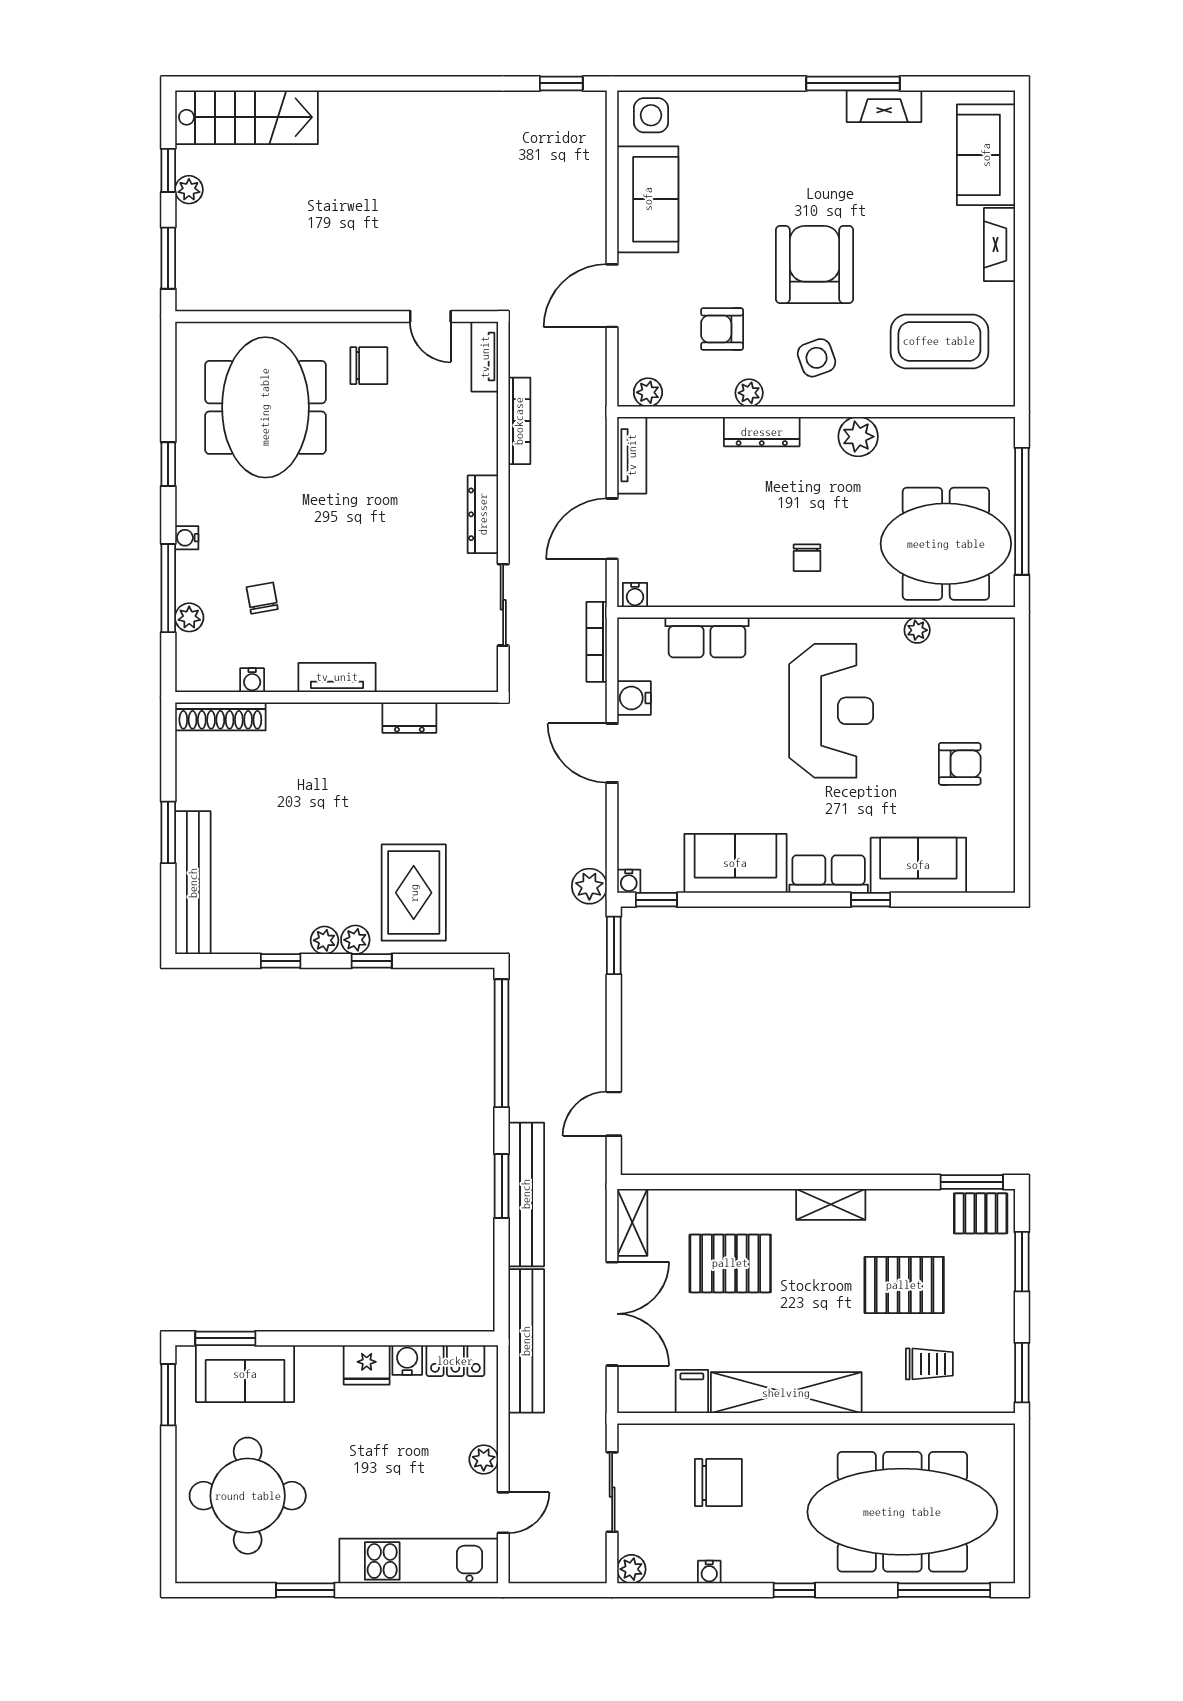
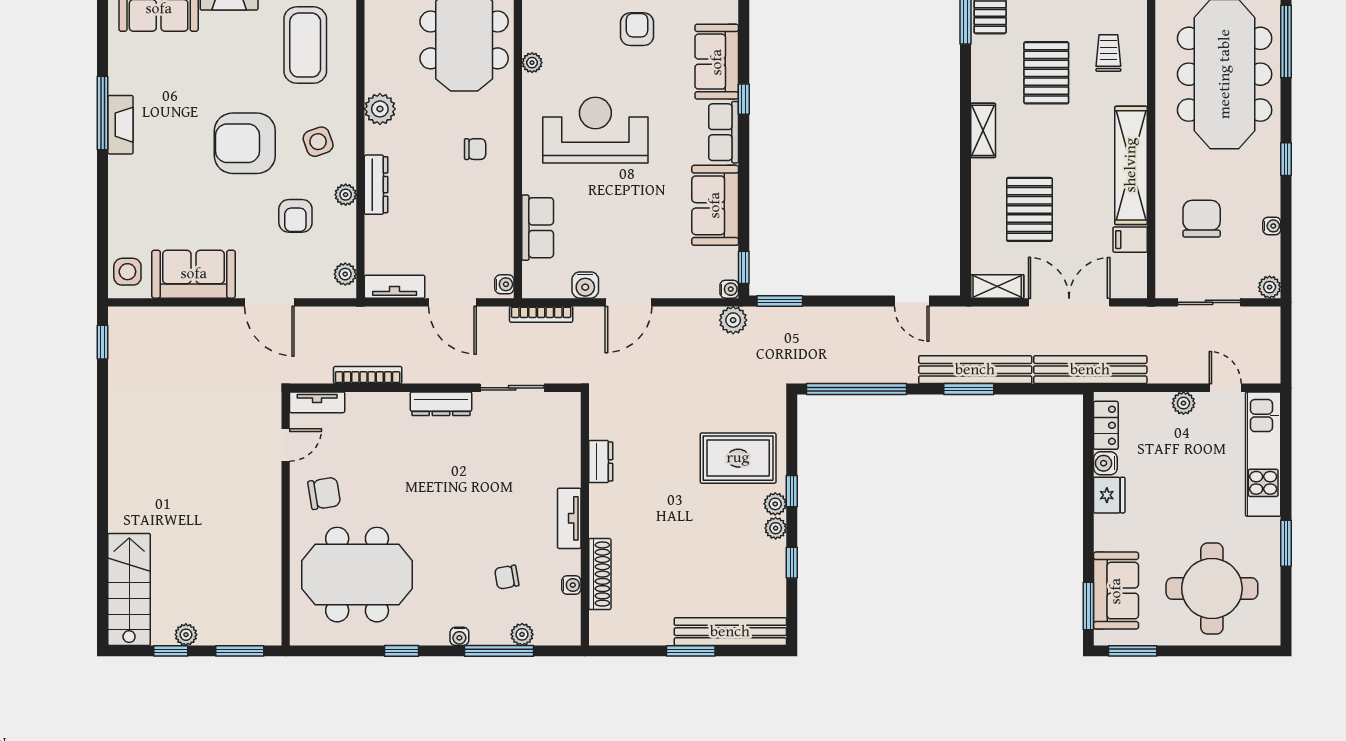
fireplace: (884, 106) -> (120, 125), moved
chair: (369, 366) -> (324, 493), turned 81
shoe rack: (220, 716) -> (600, 574), moved

